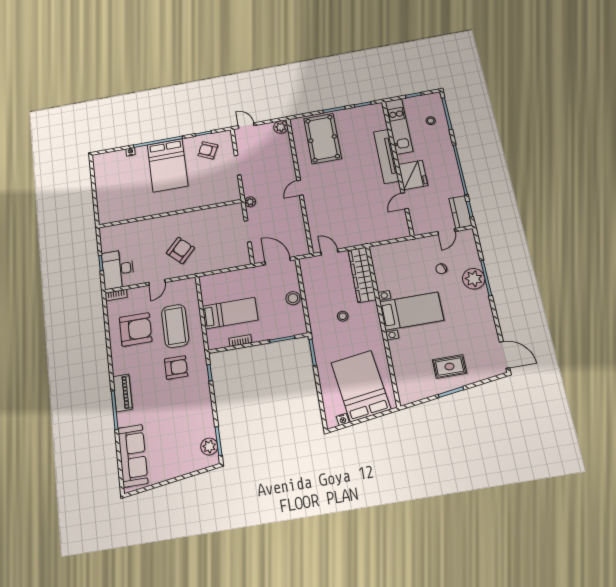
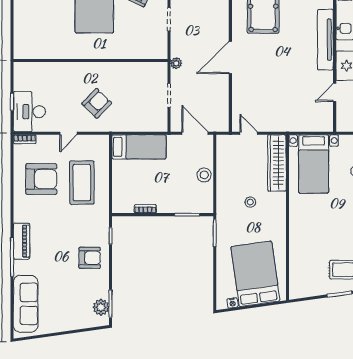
door: (300, 188) -> (230, 58), width x1.87
bed with nightstands: (411, 311) -> (314, 164), moved, turned 90
bed: (230, 313) -> (139, 147), moved
armchair: (176, 367) -> (90, 258), moved

